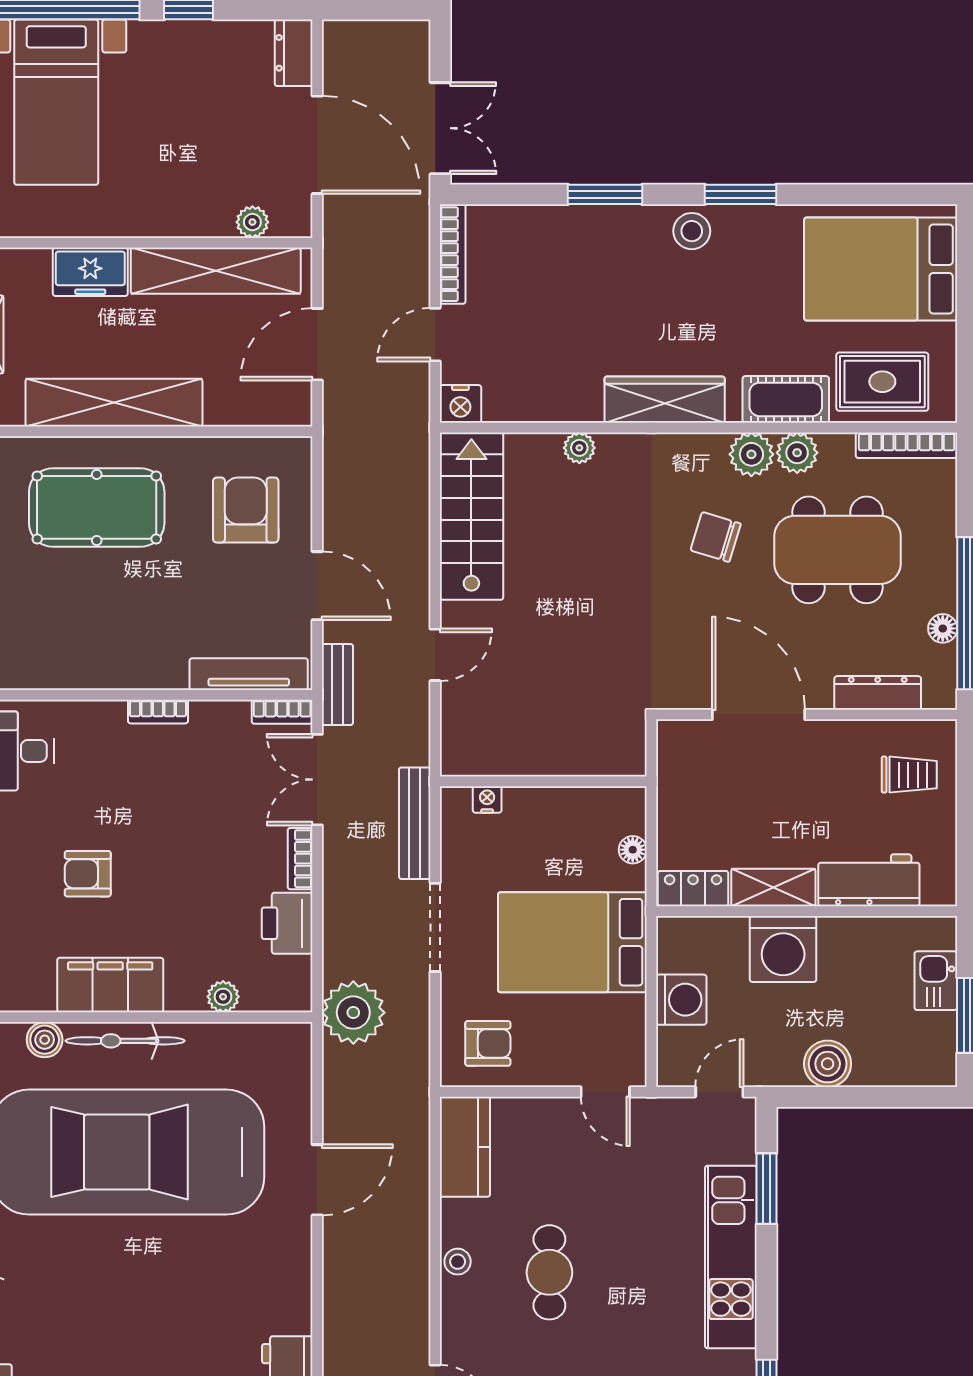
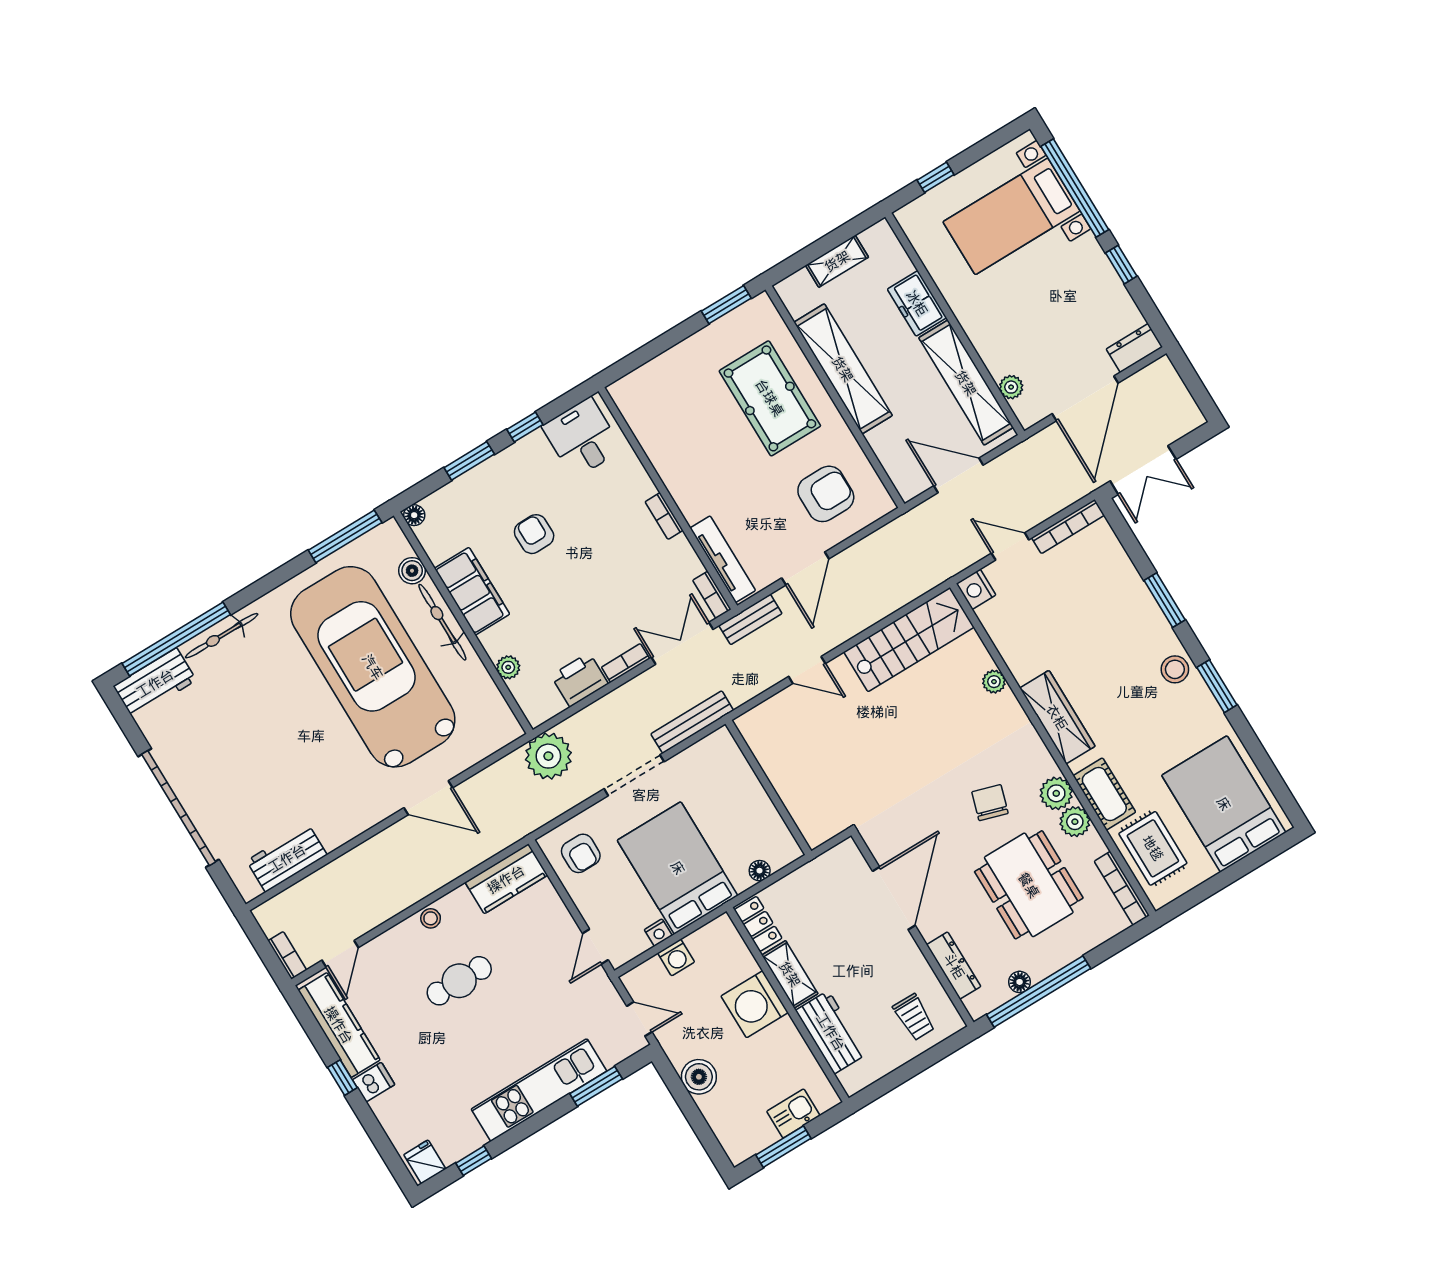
nightstand: (487, 799) -> (658, 933), moved, turned 90
washing machine: (681, 1000) -> (676, 957), width x0.73, depth x0.73

